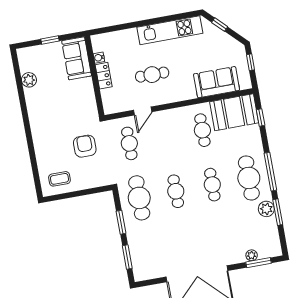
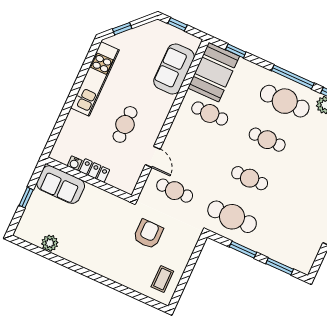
armchair: (85, 146) -> (148, 234), turned 90

